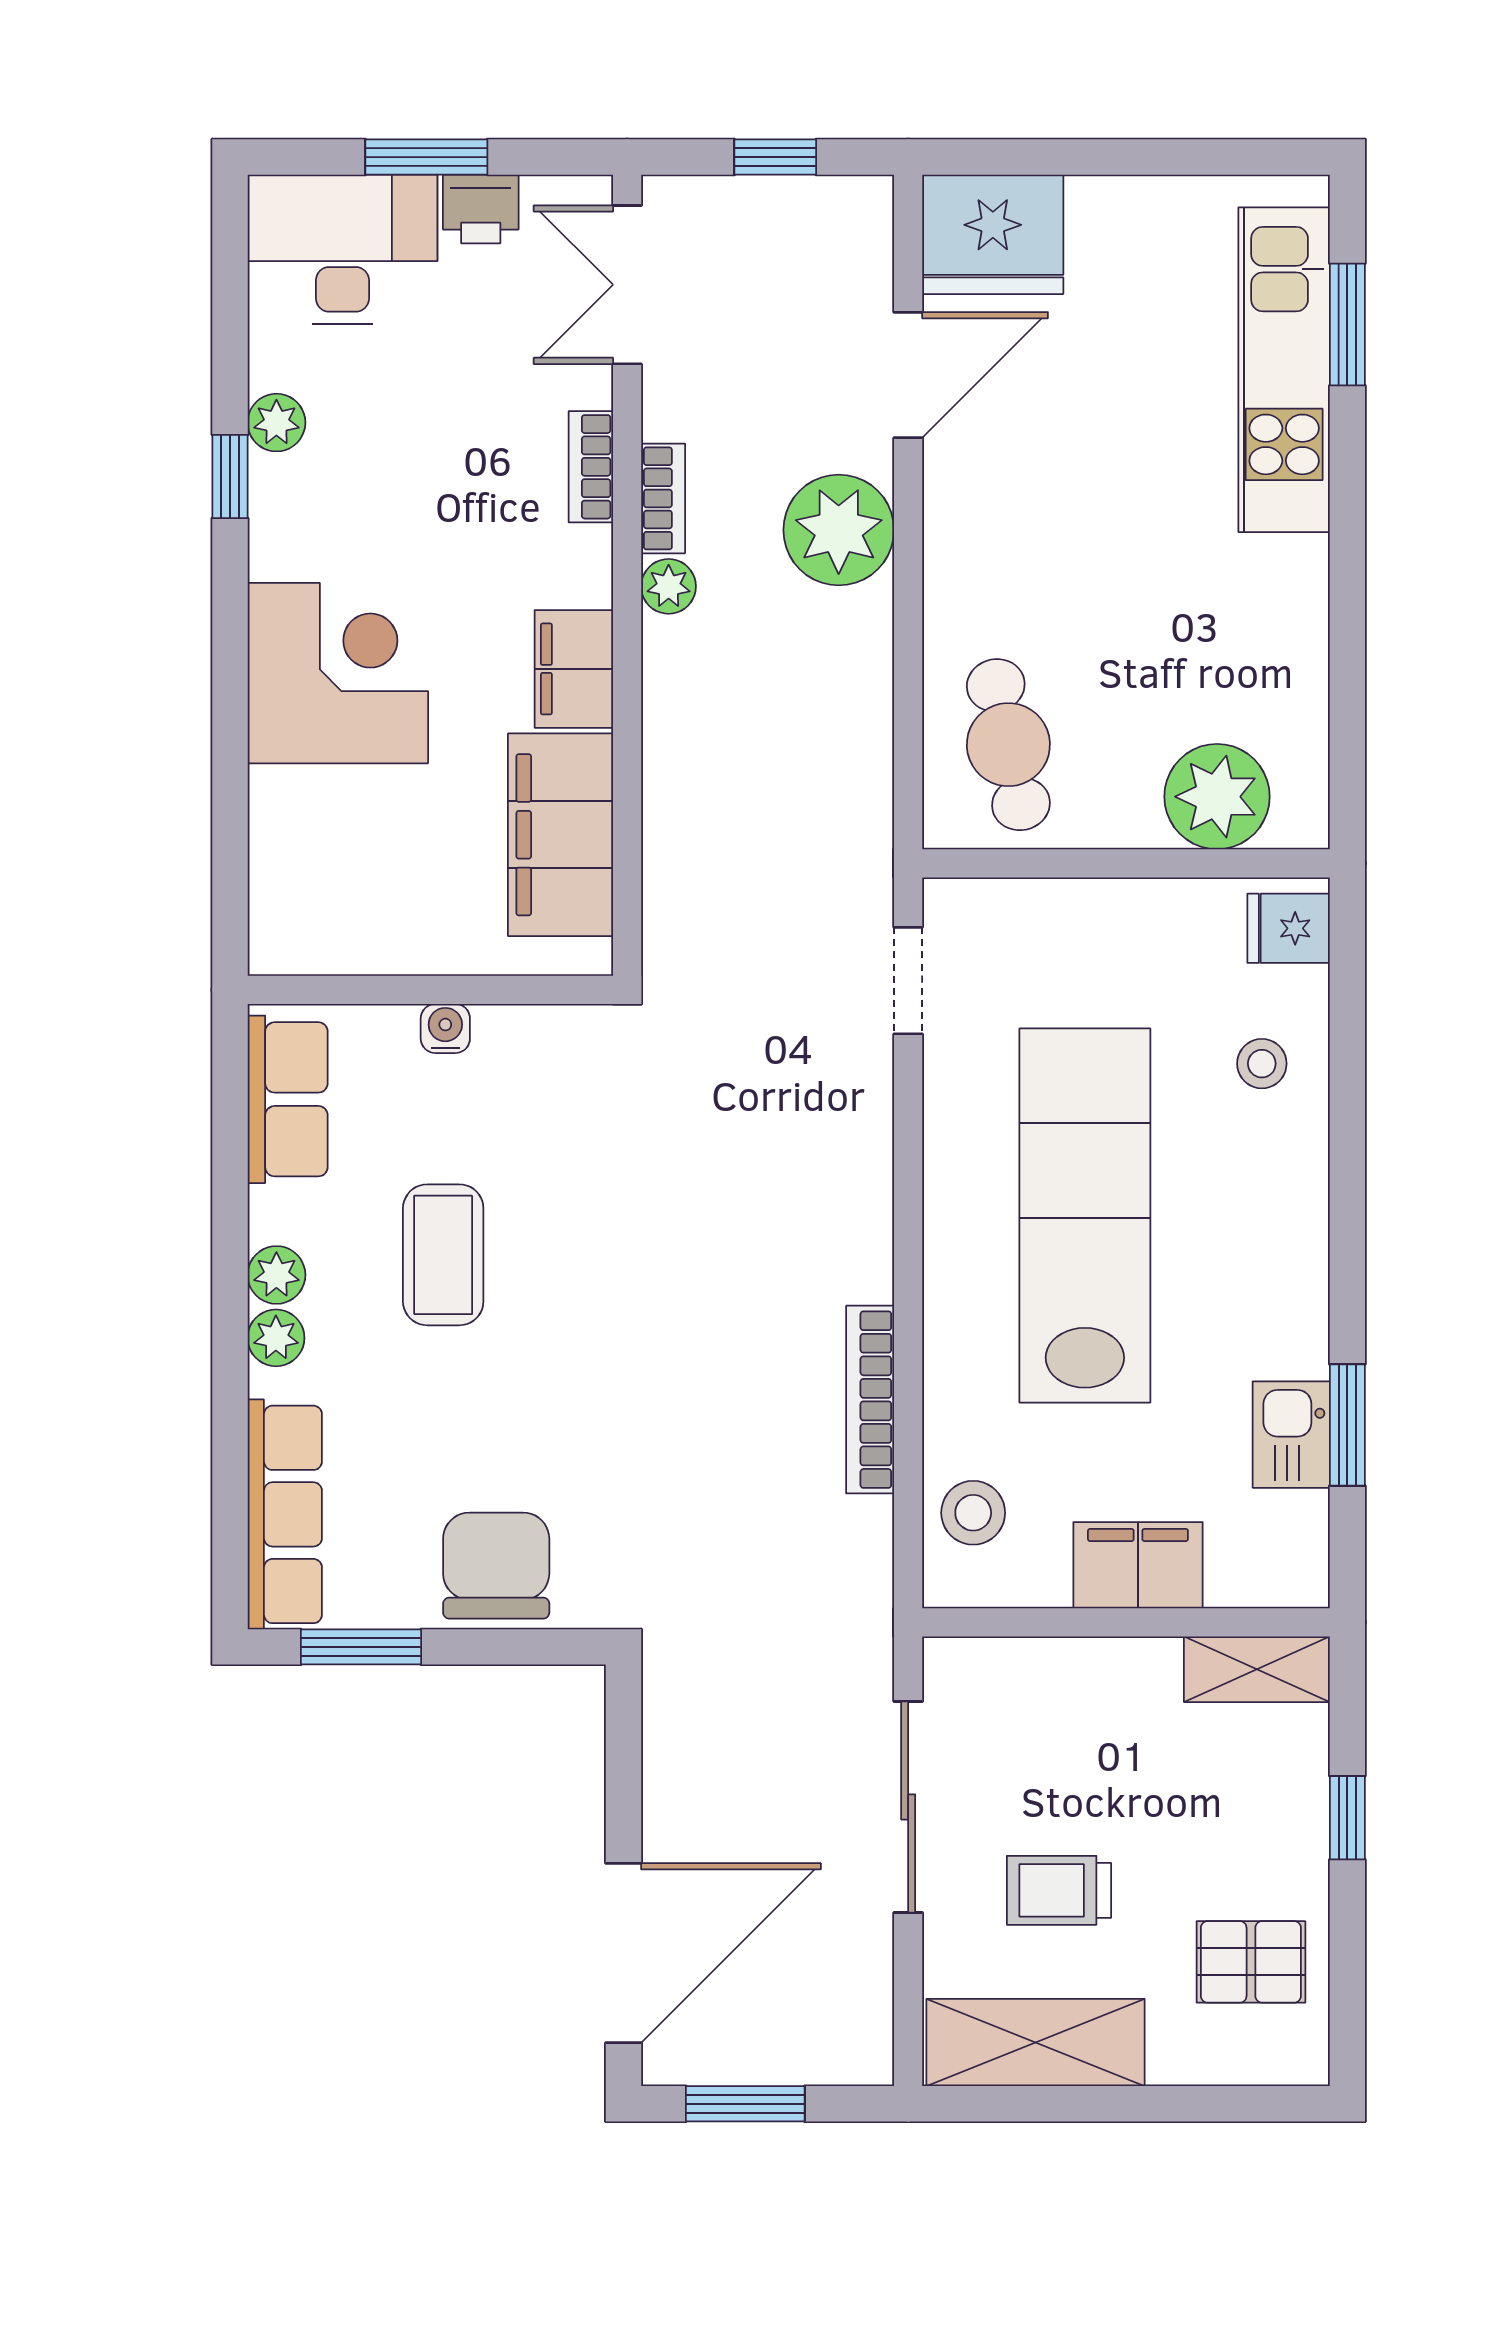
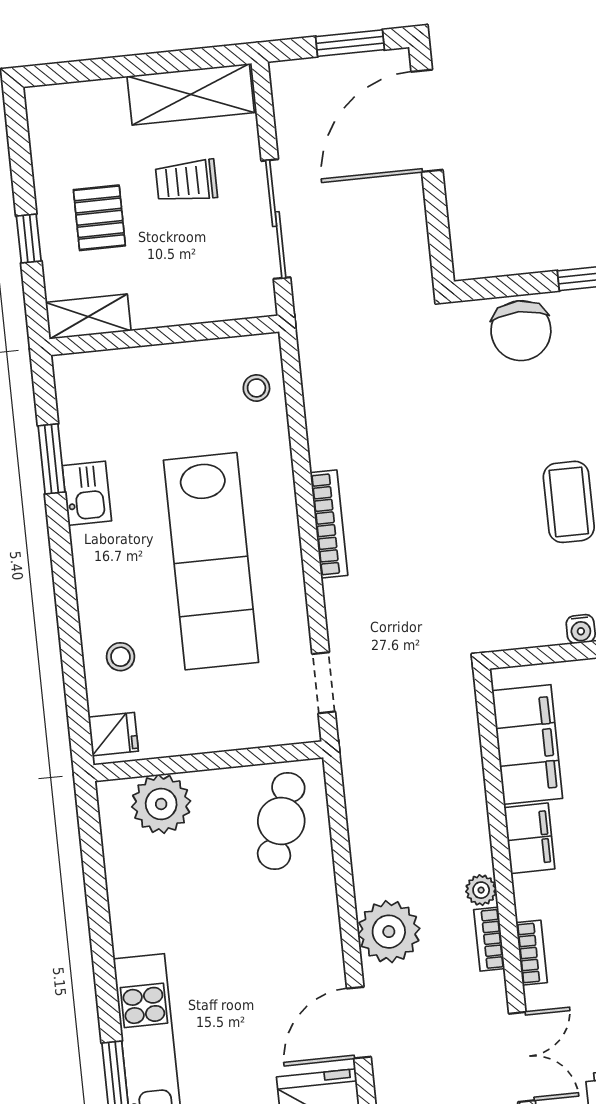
cafe table: (1008, 745) -> (281, 821), turned 30
bookcase: (870, 1400) -> (329, 524), moved
kitchen sink: (1291, 1435) -> (87, 493), moved
stool: (973, 1513) -> (256, 388), width x0.73, depth x0.73
filing cabinet: (1138, 1565) -> (161, 368), removed
trolley: (1059, 1890) -> (186, 181), turned 180
pallet: (1251, 1962) -> (99, 218), moved, turned 90

